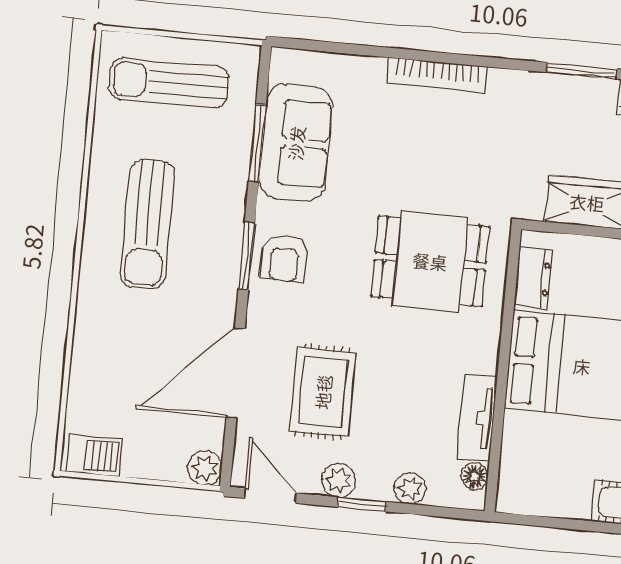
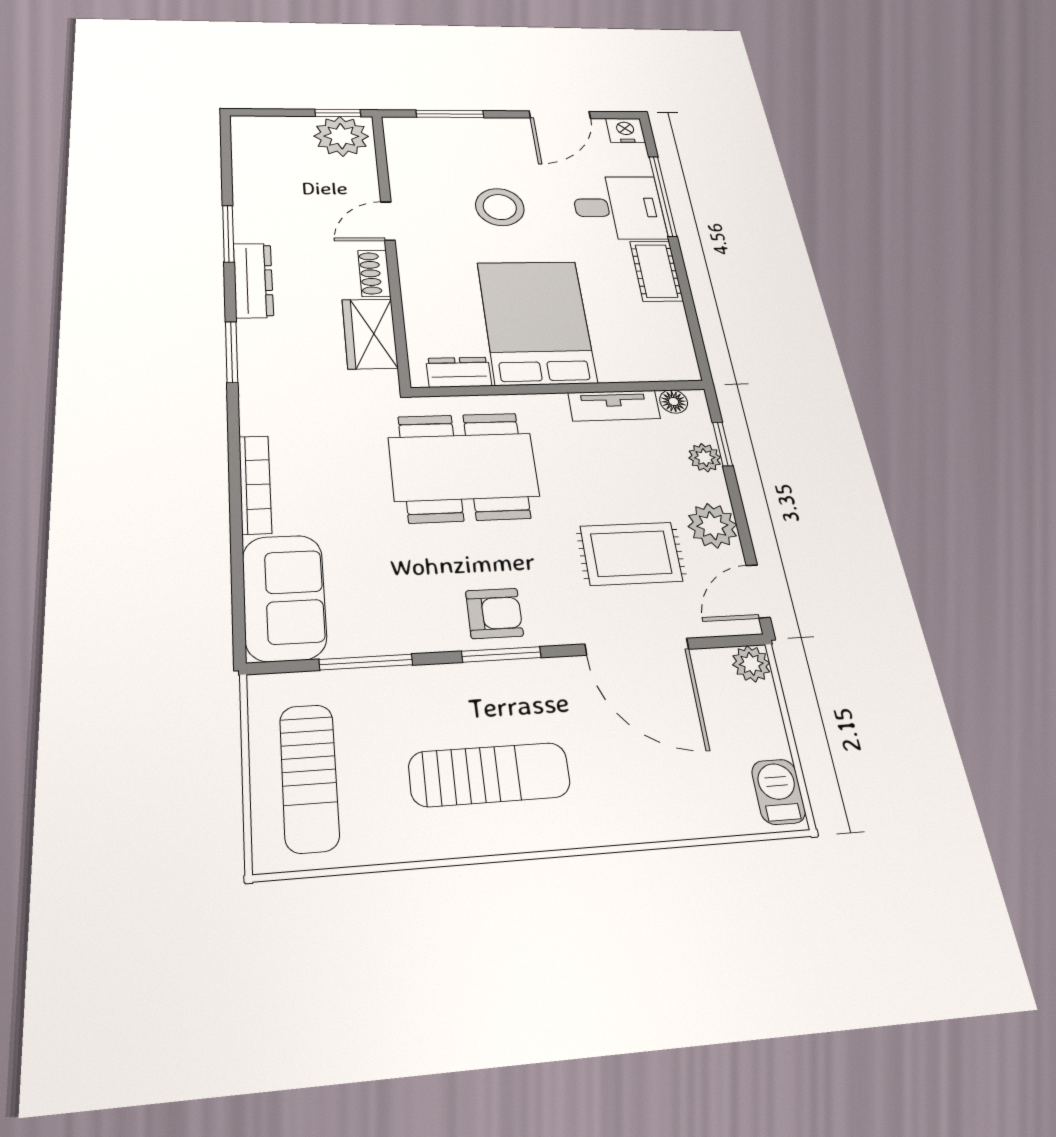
sofa: (296, 143) -> (284, 597), moved, turned 90
dining table: (430, 261) -> (464, 467), width x1.38
plant: (339, 480) -> (712, 526), width x1.38, depth x1.38
window: (362, 504) -> (723, 444), moved

